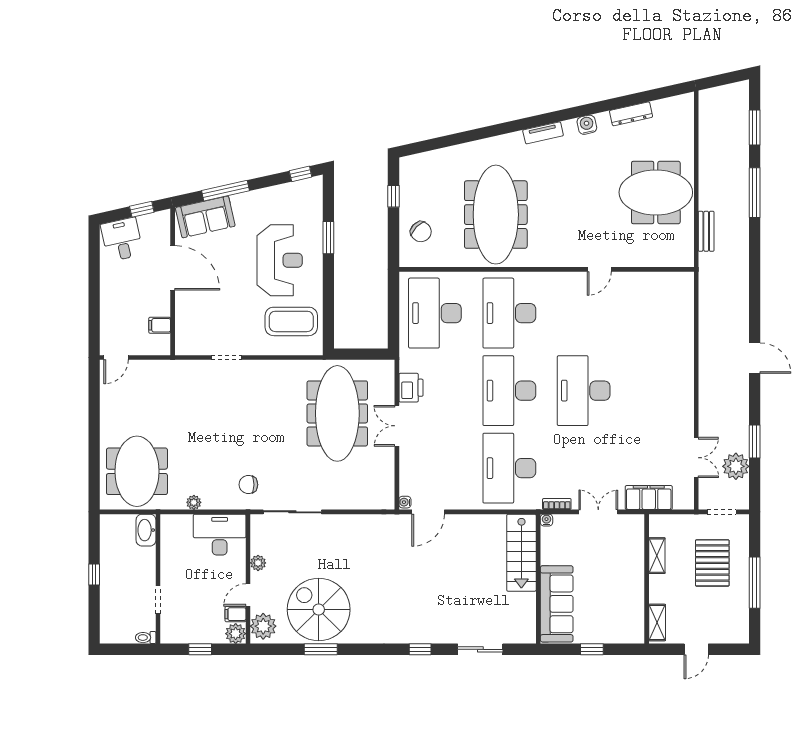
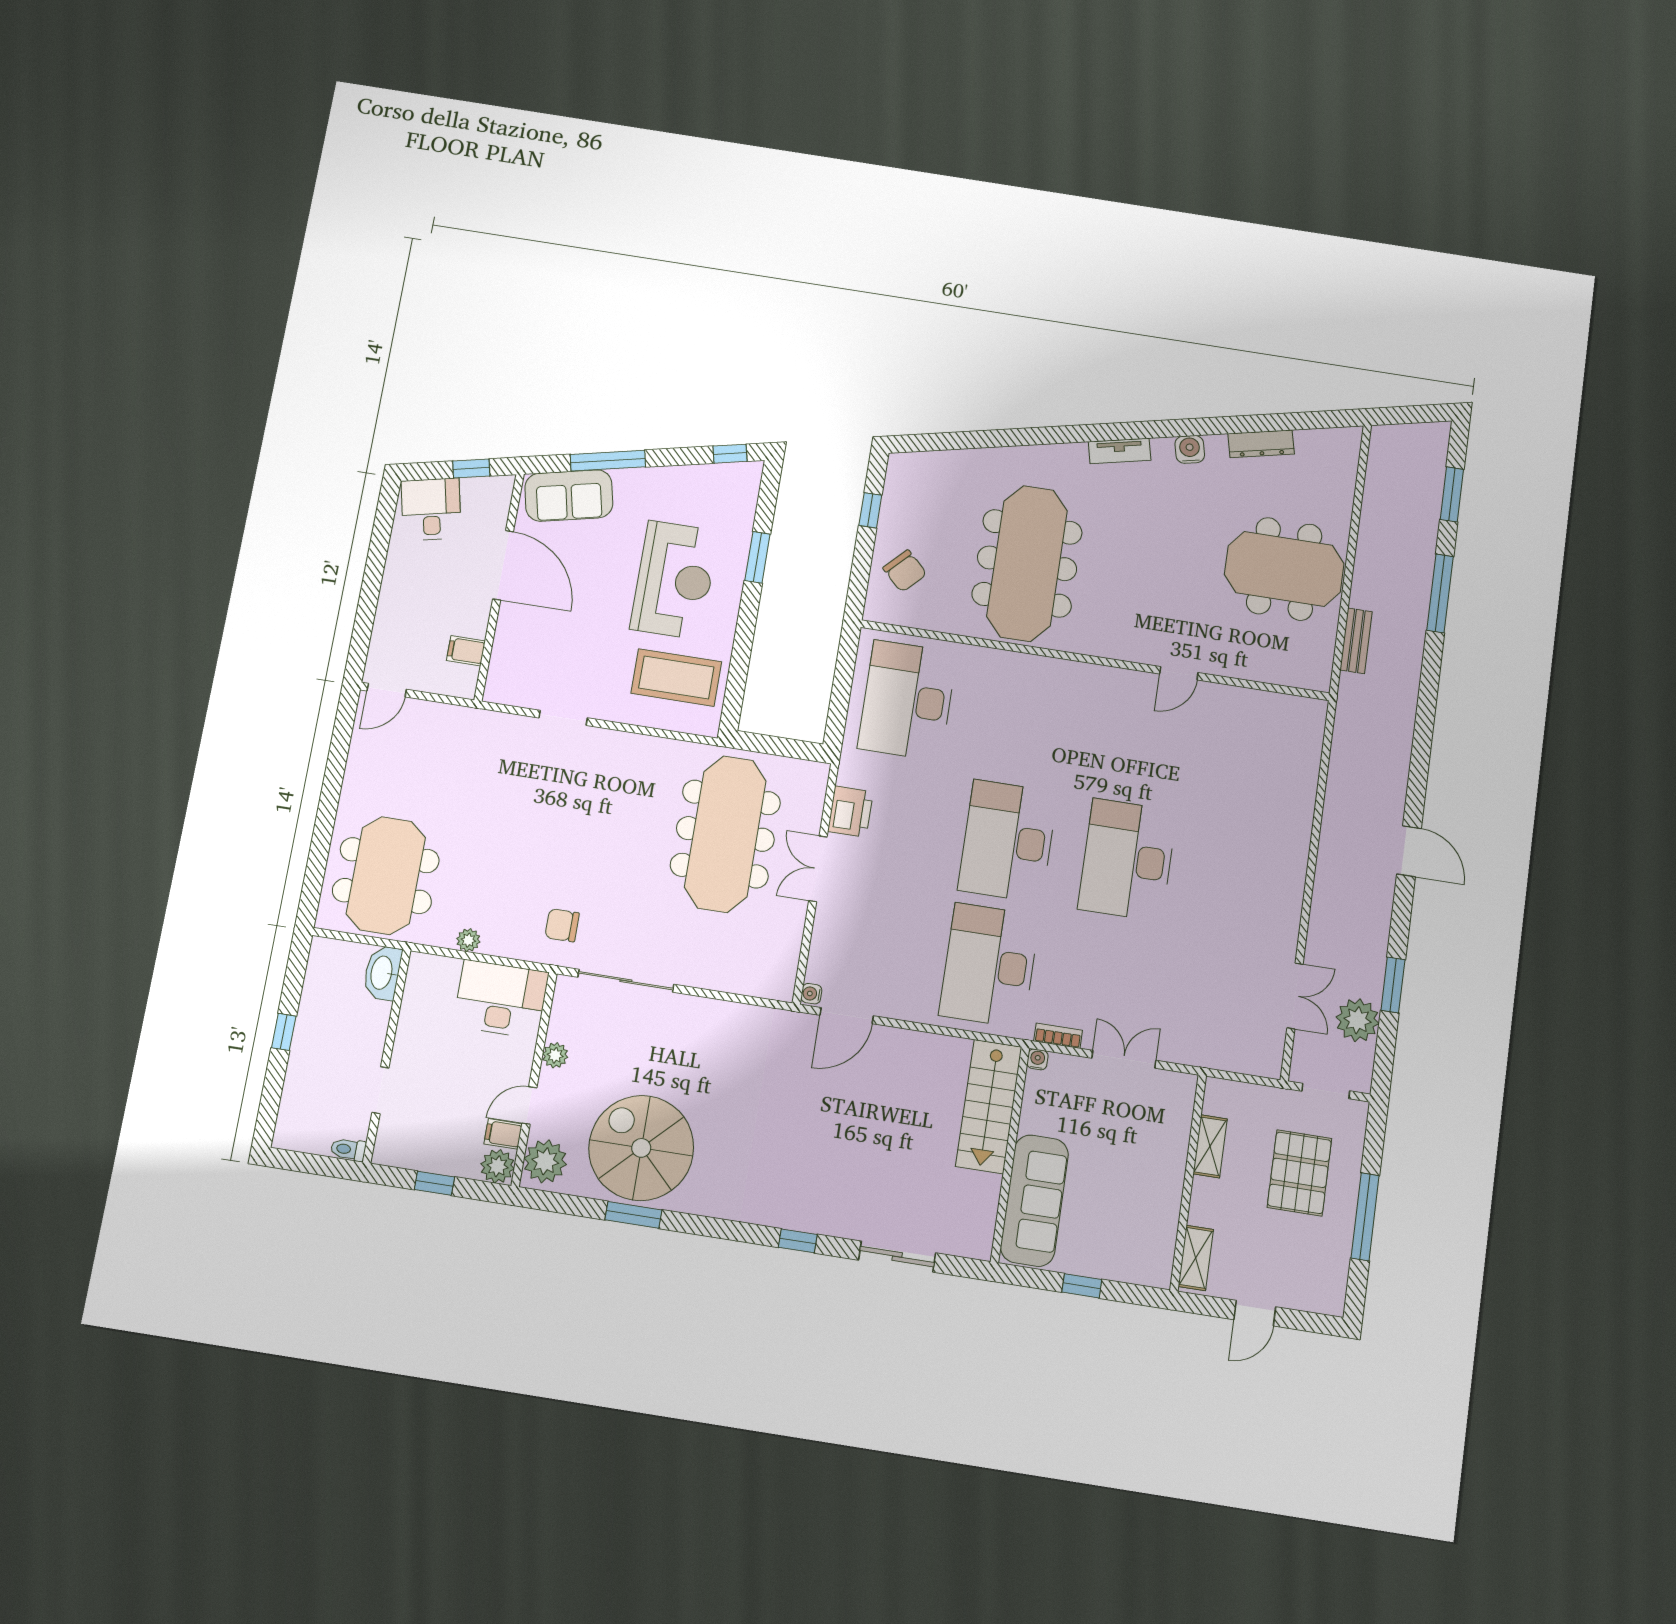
desk: (509, 313) -> (1026, 719), removed
filing cabinet: (649, 498) -> (1209, 1049), removed

